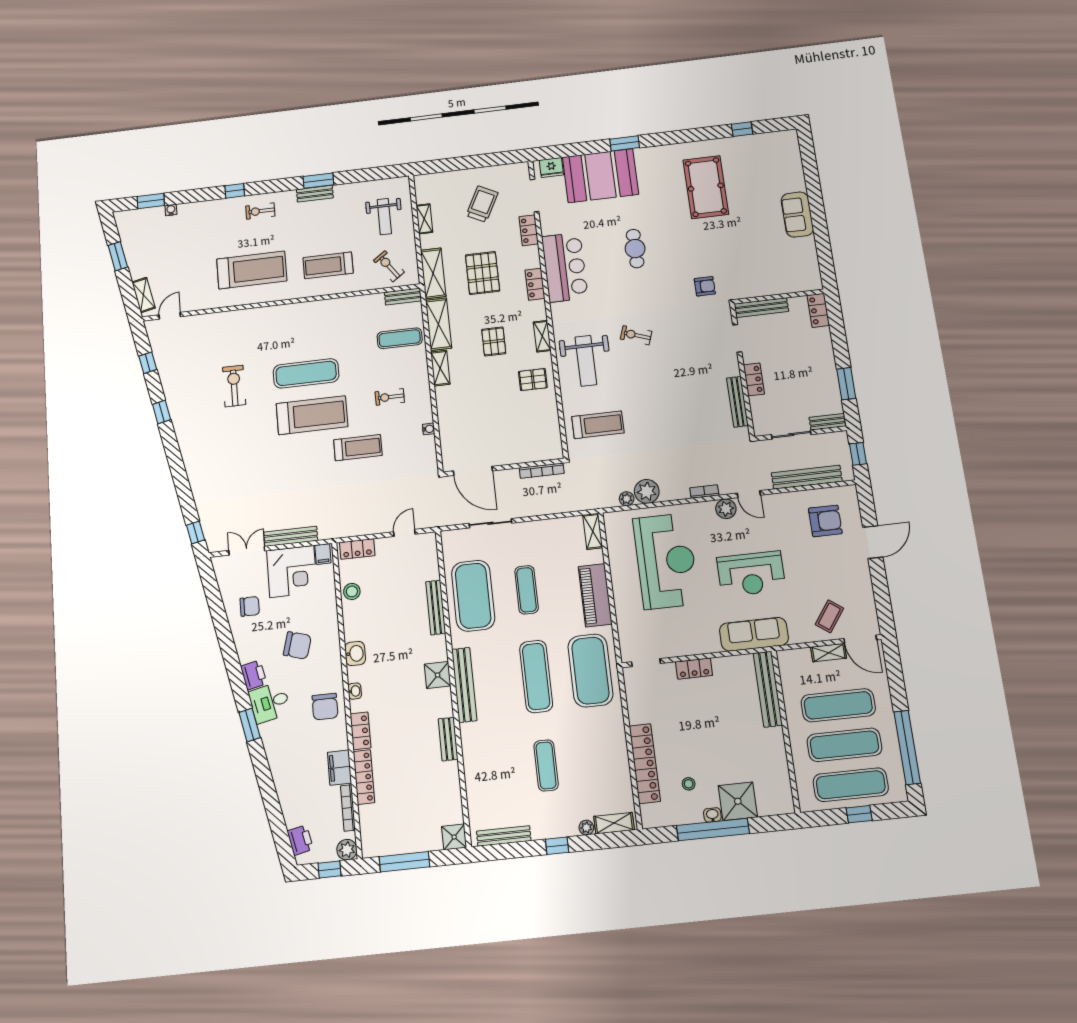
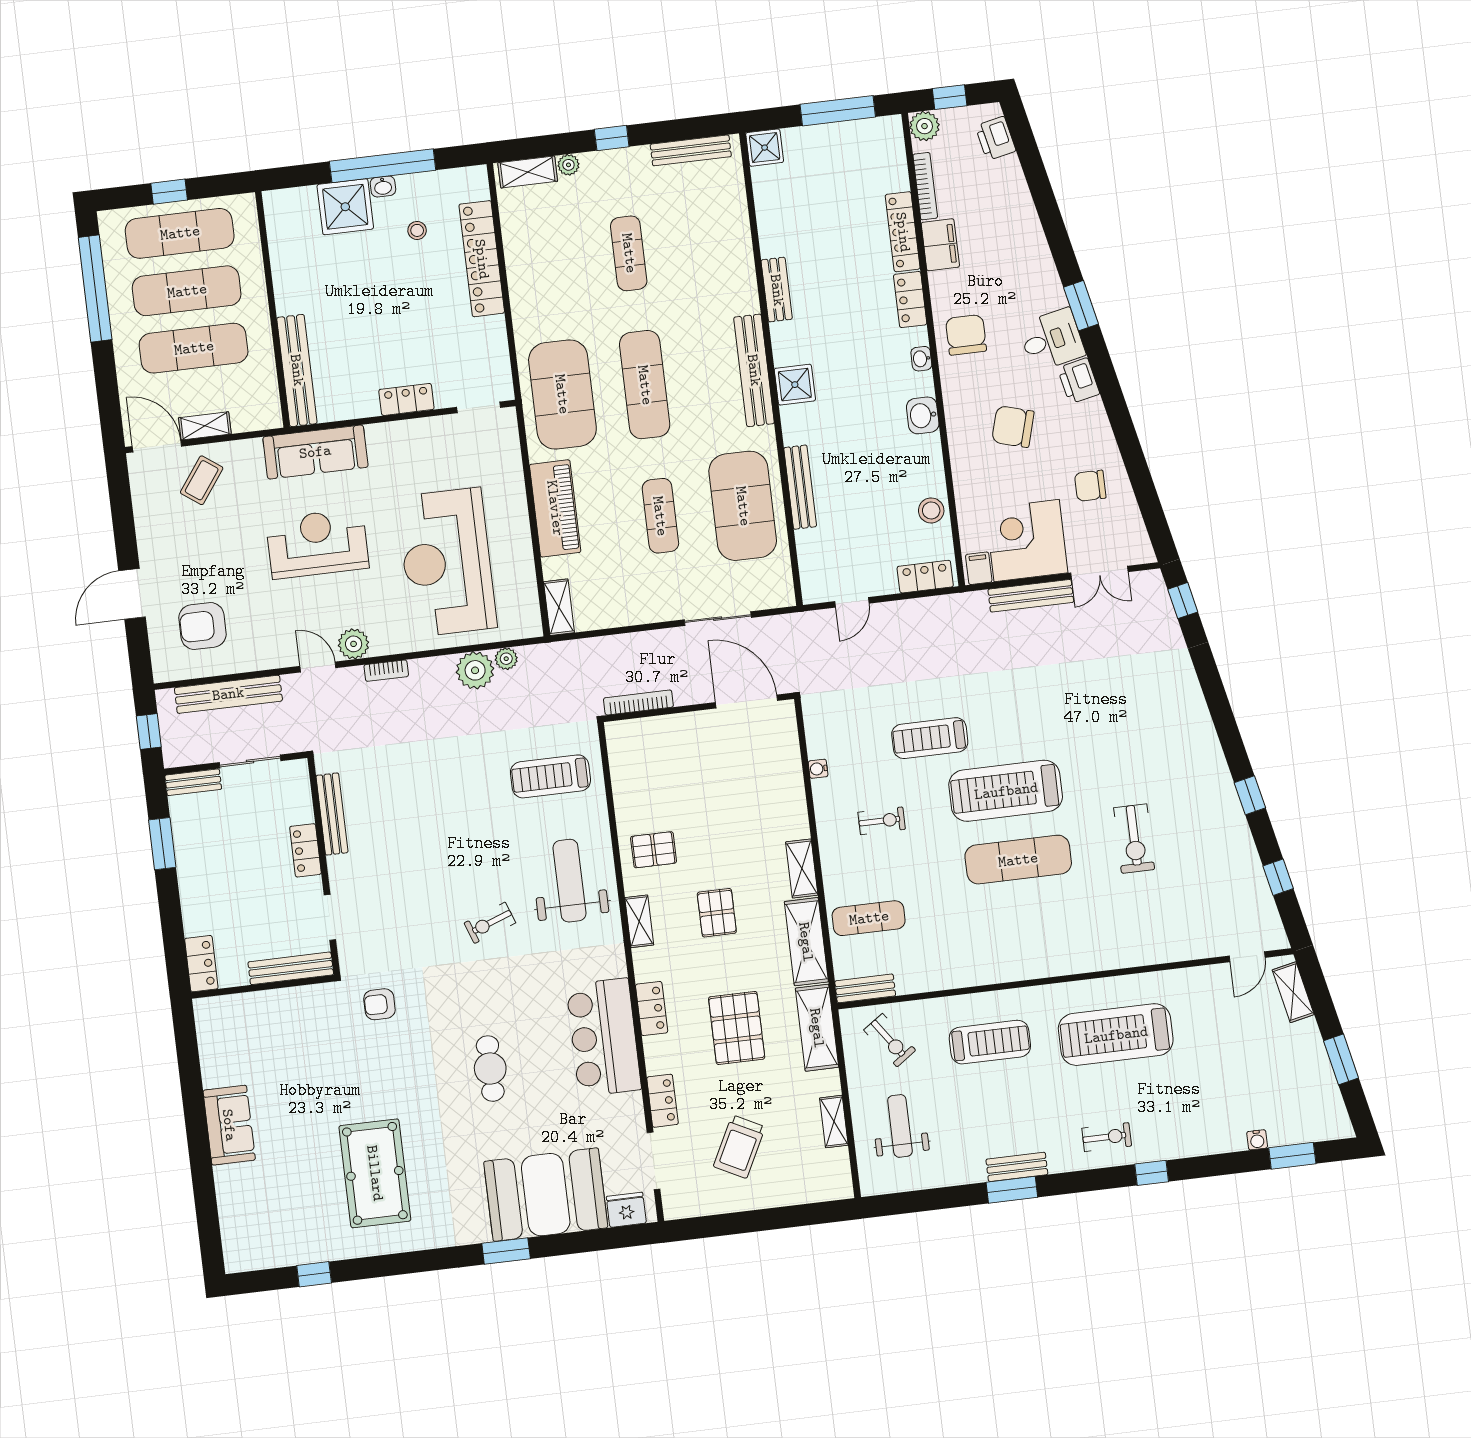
exercise bike: (636, 335) -> (490, 923), turned 141

